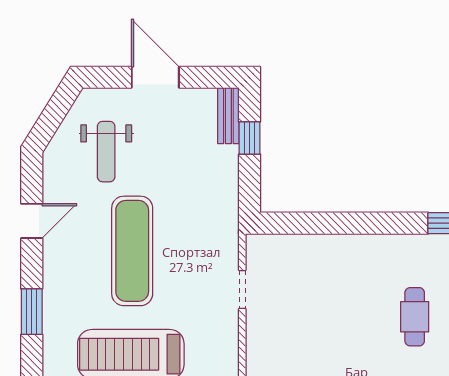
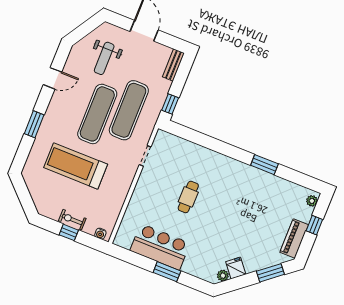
window: (250, 138) -> (170, 104), moved
exercise mat: (183, 223) -> (129, 110), added
cafe table: (415, 317) -> (188, 197), moved

